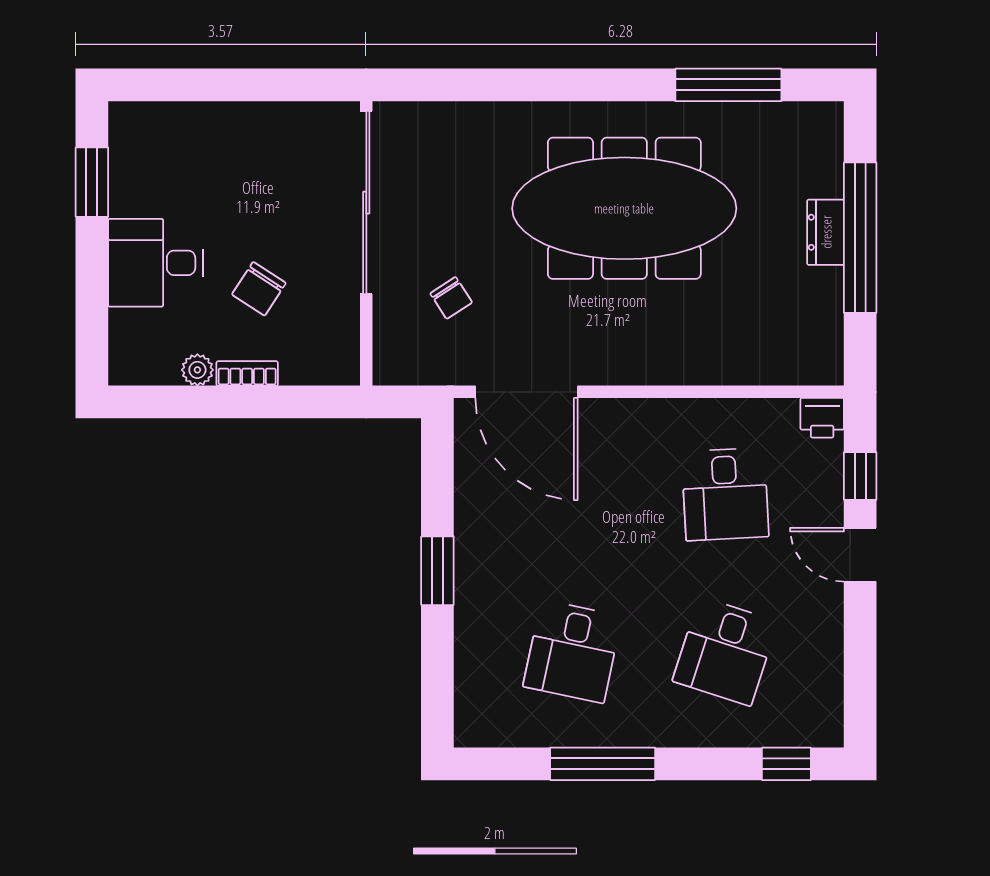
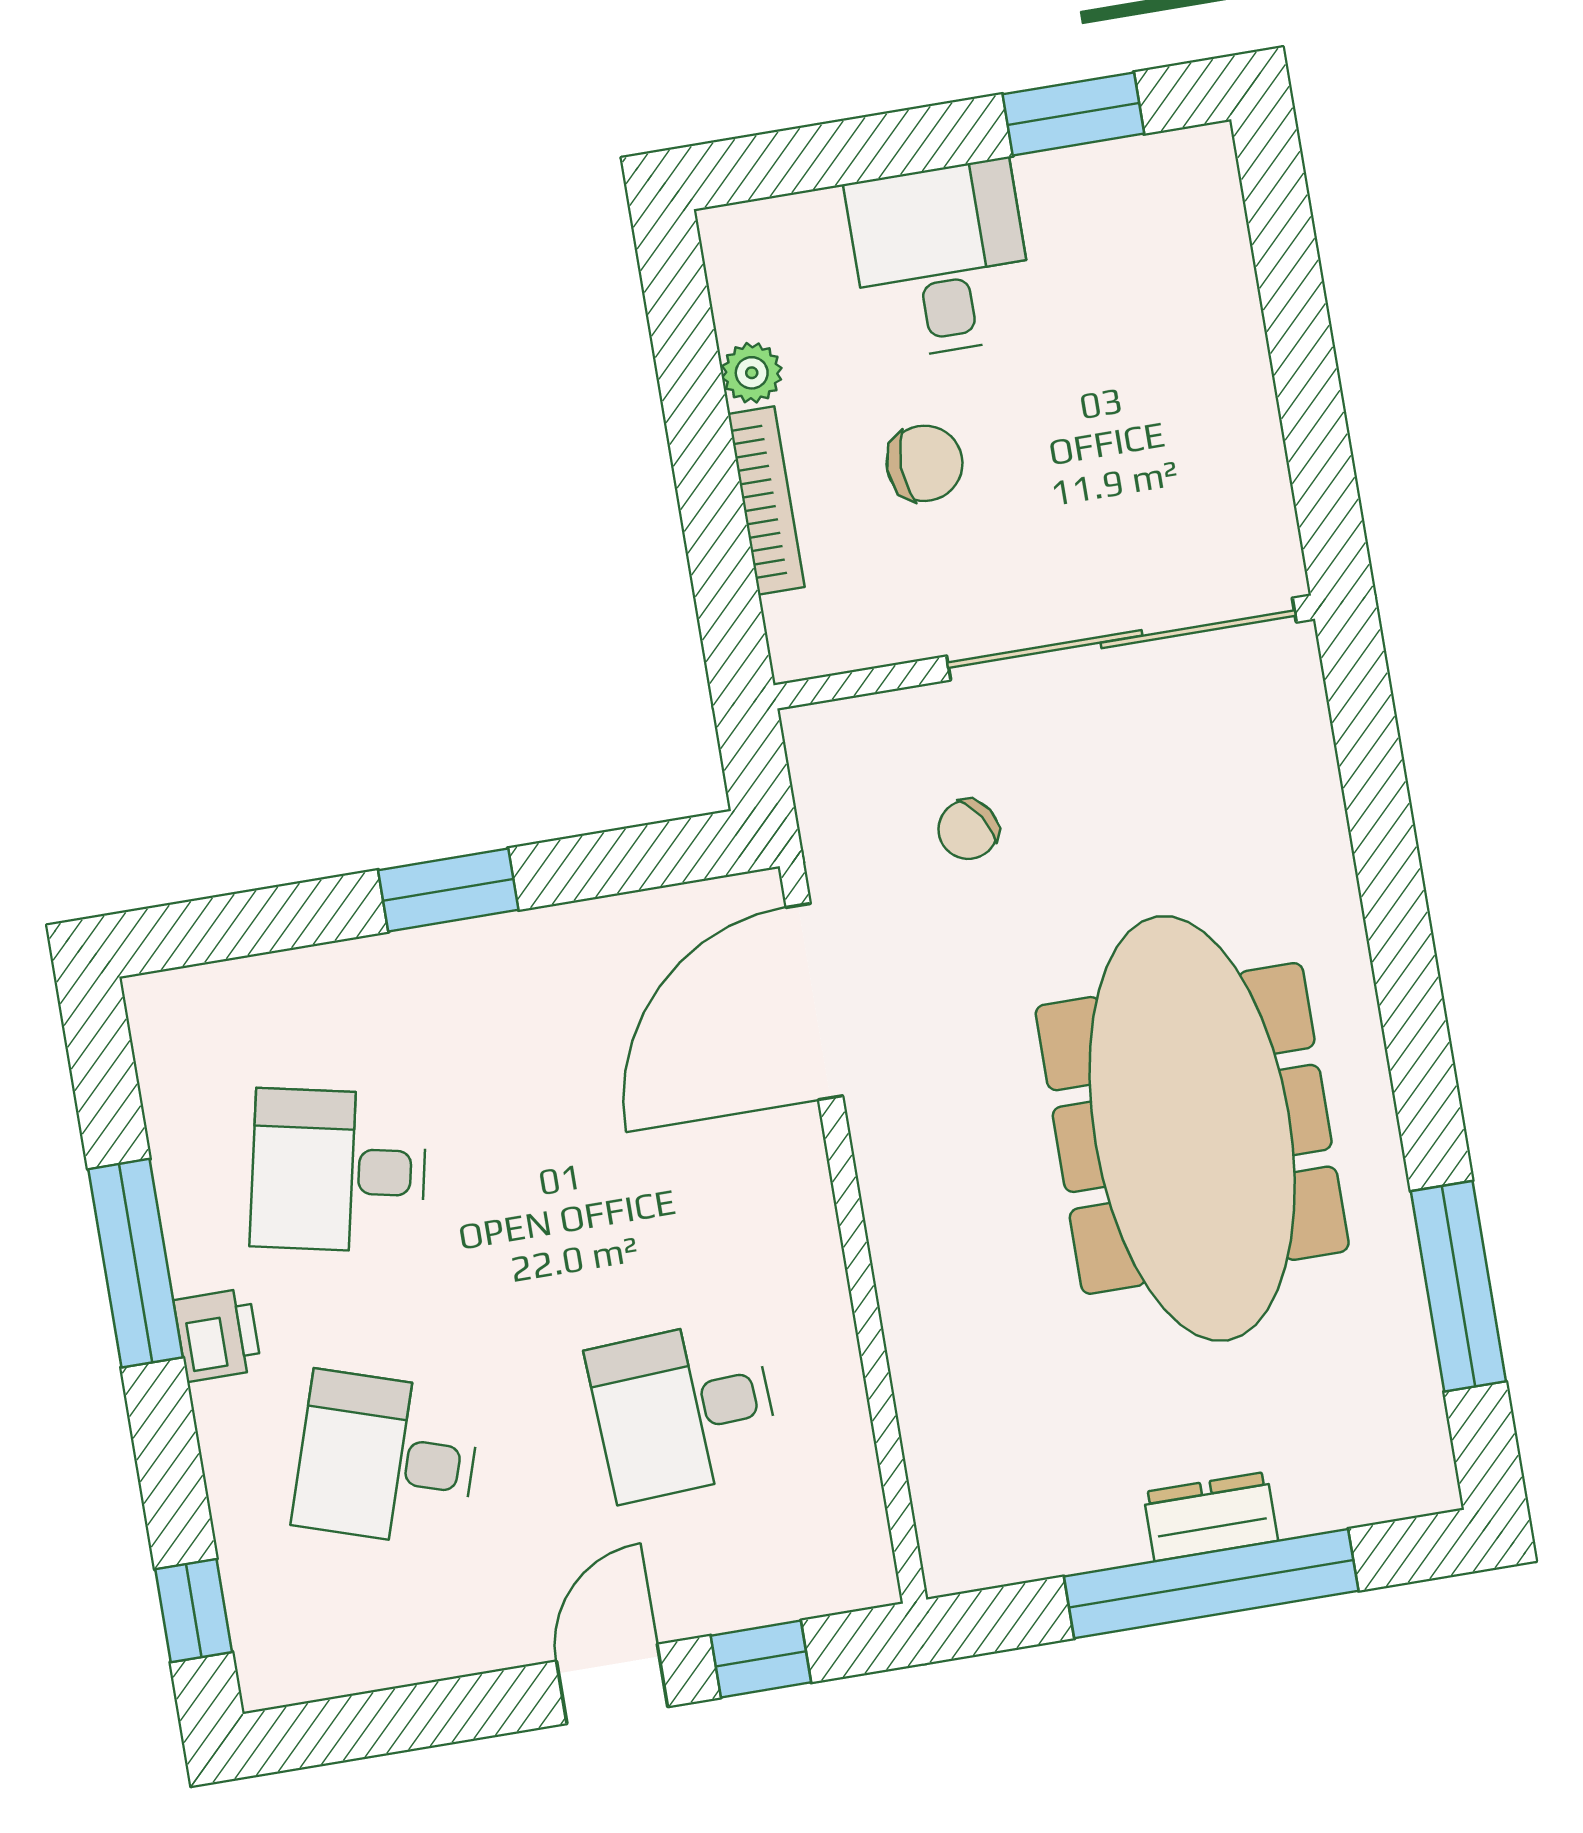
chair: (259, 289) -> (925, 463), turned 146
bookcase: (247, 373) -> (766, 501), width x1.56
printer: (822, 418) -> (218, 1335), moved, turned 180

